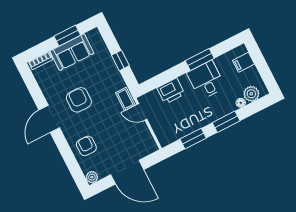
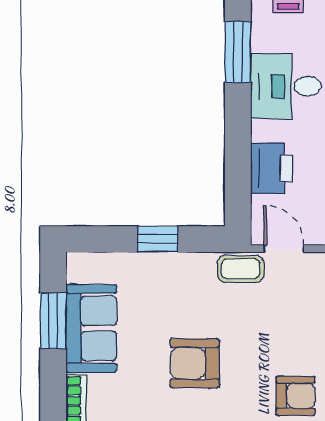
window: (200, 60) -> (238, 52), moved
door: (142, 112) -> (284, 249), swing flipped
armchair: (86, 146) -> (296, 396), turned 180

